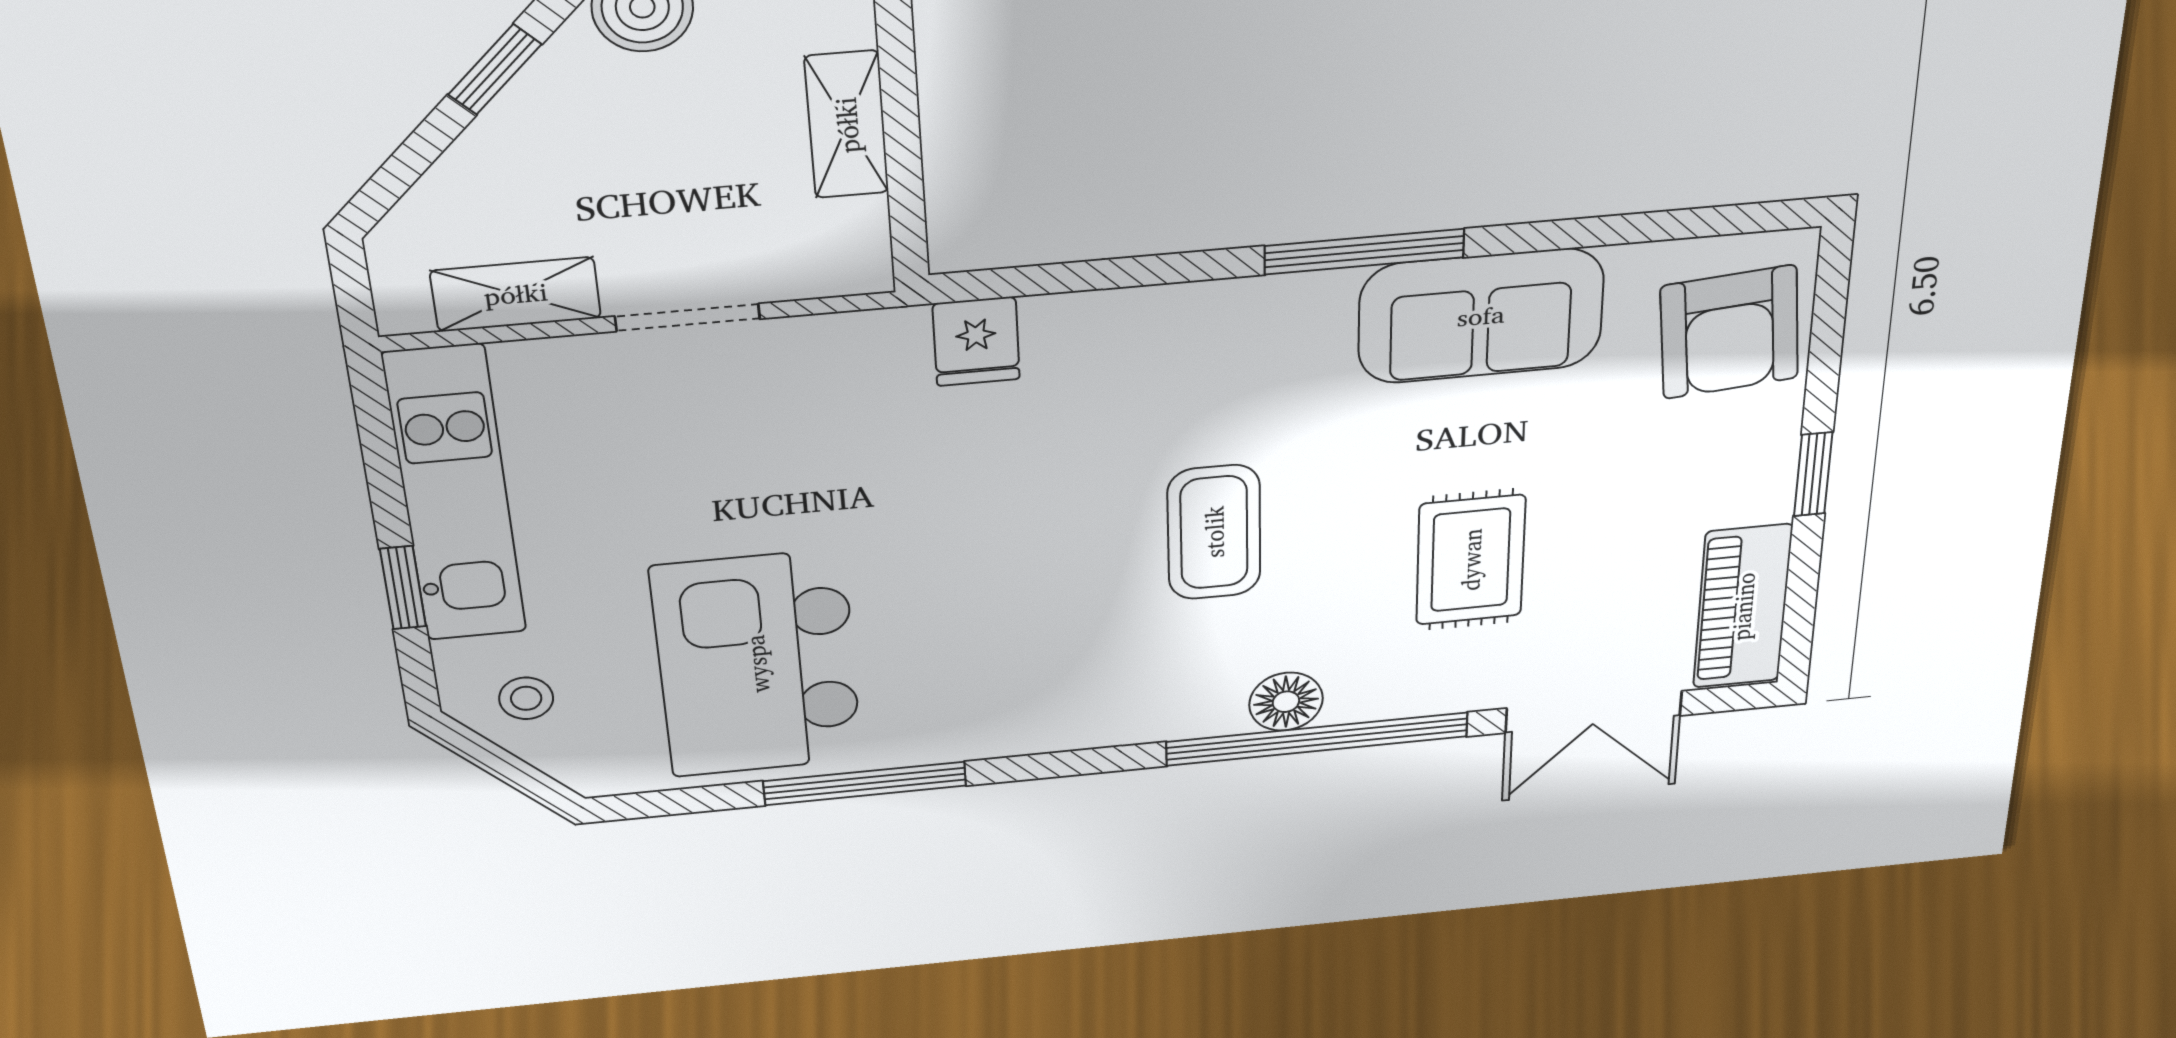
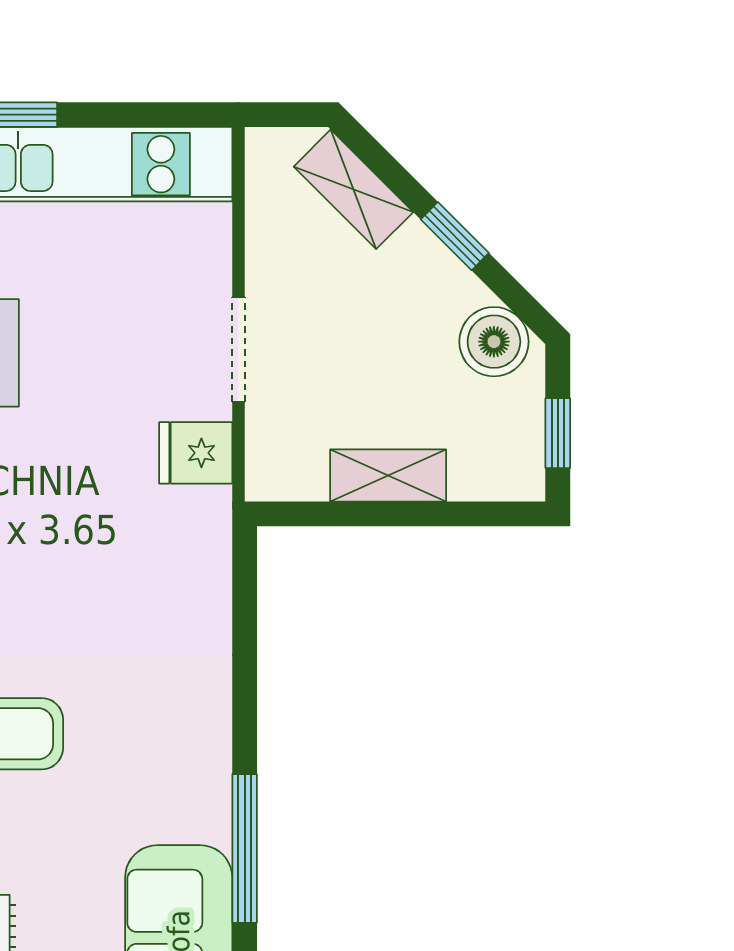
shelving: (516, 294) -> (353, 189), moved, turned -45
fridge: (976, 341) -> (196, 453), moved

